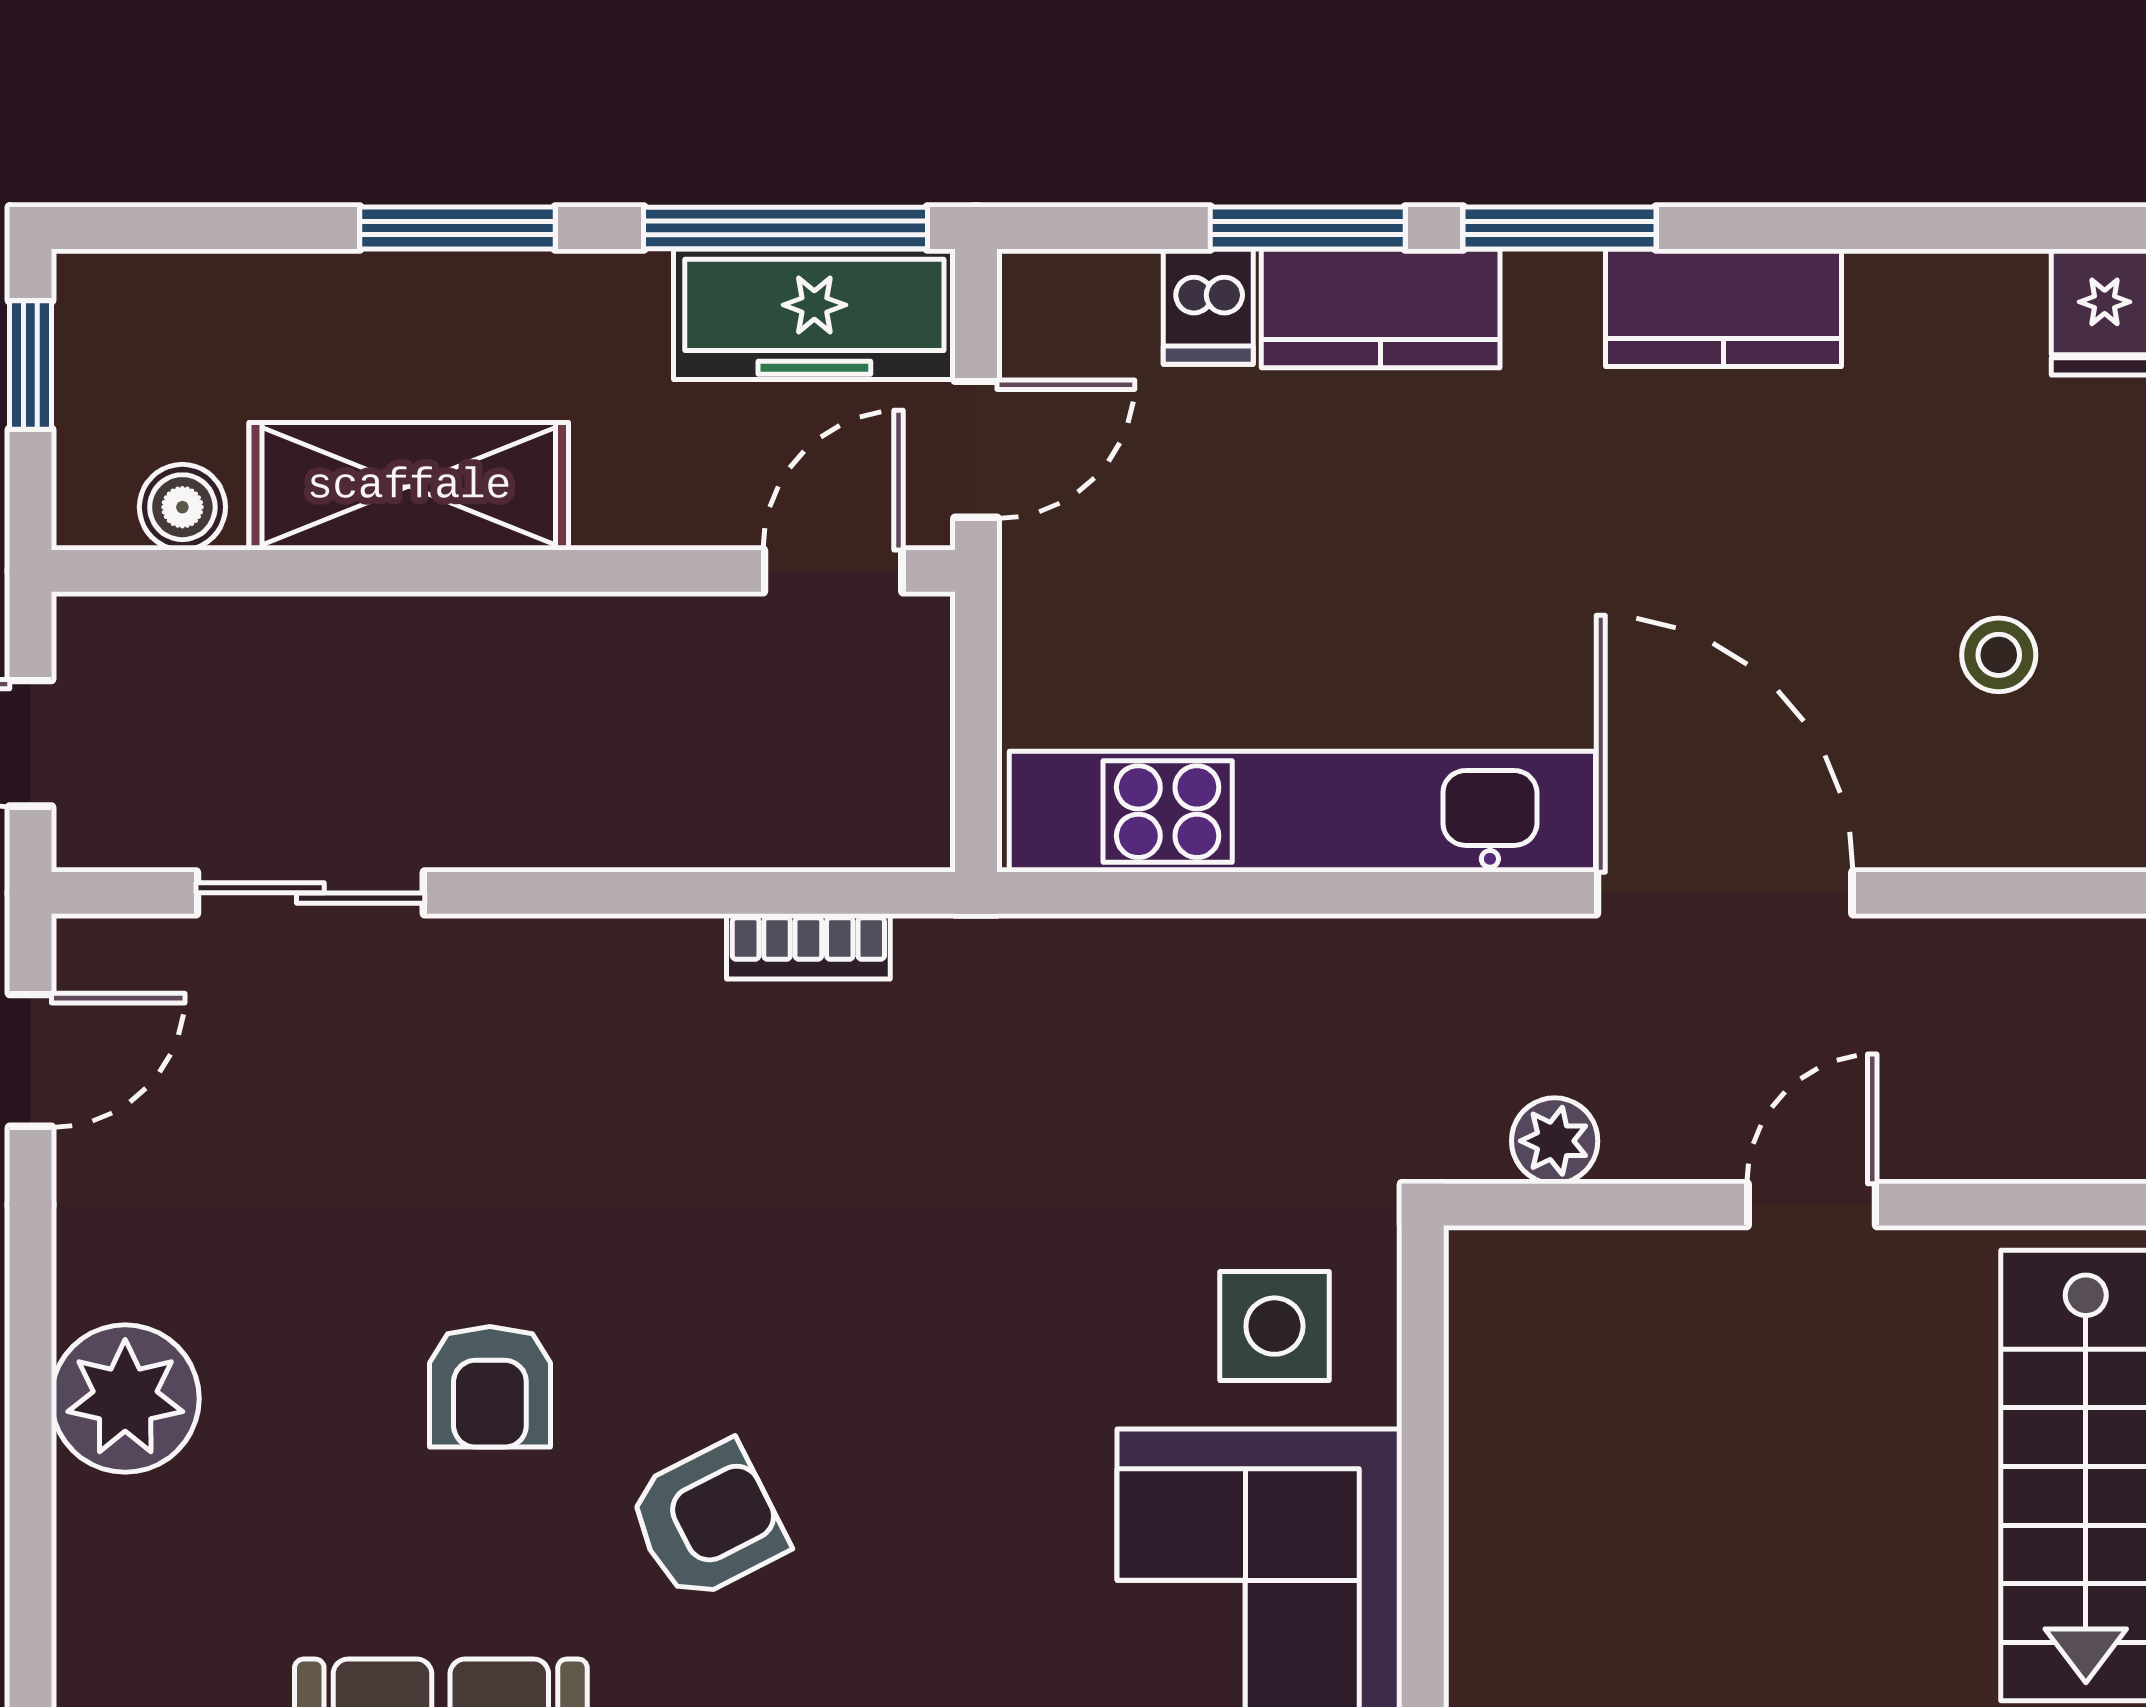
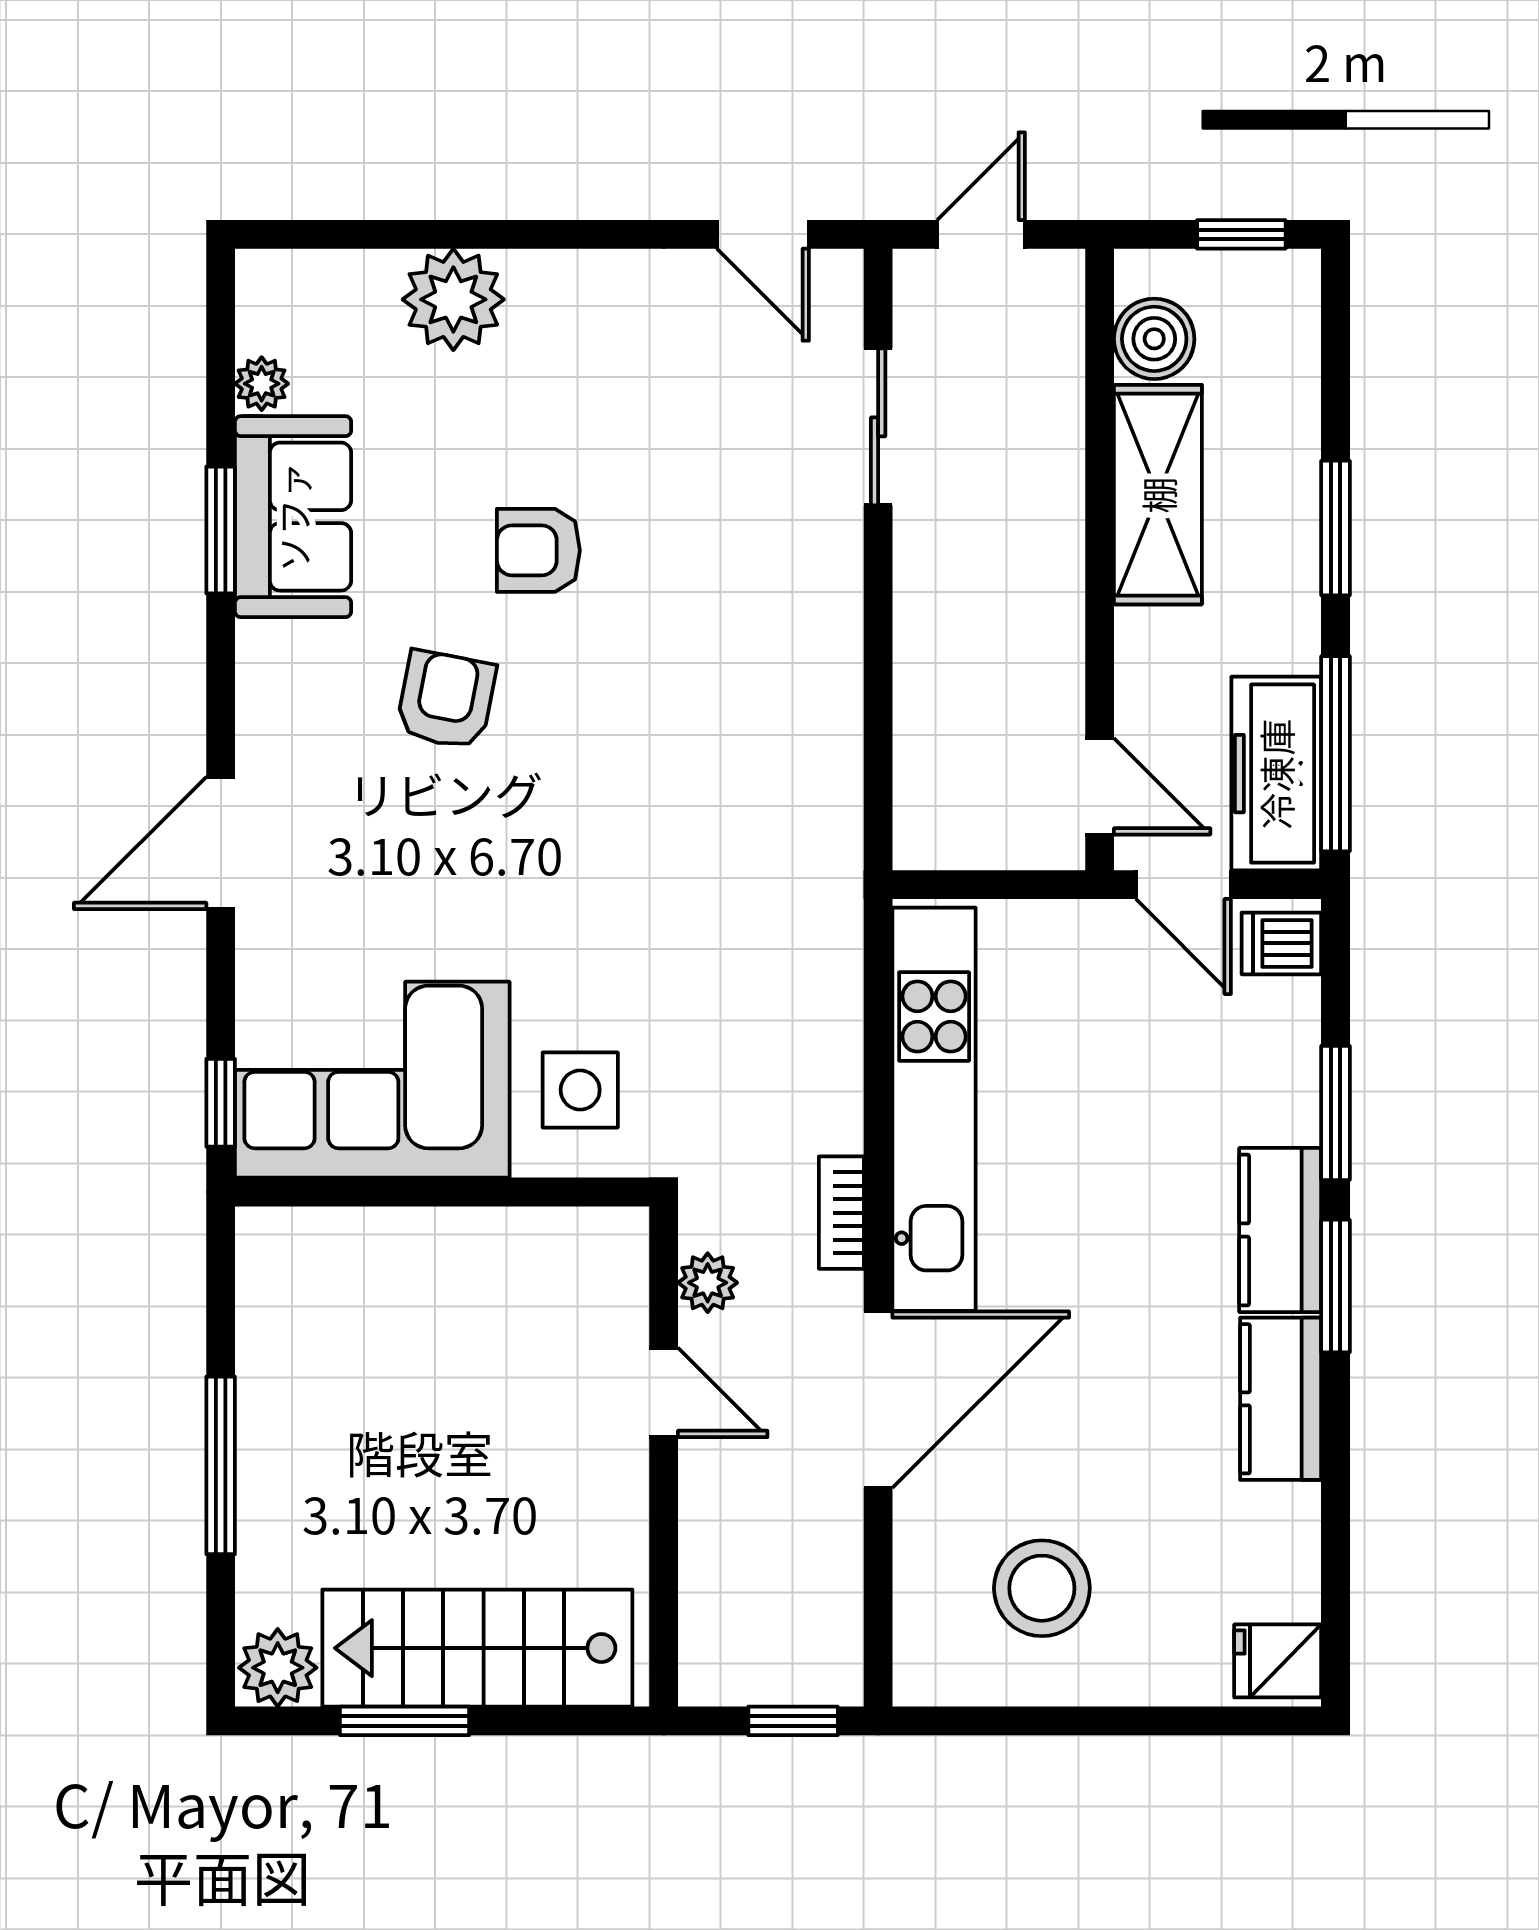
dishwasher: (1208, 307) -> (1281, 943), moved
kitchen counter: (1381, 308) -> (1280, 1230), moved
boiler: (182, 507) -> (1154, 339), width x1.36, depth x1.36
stool: (1999, 655) -> (1042, 1588), width x1.89, depth x1.89
bookcase: (808, 946) -> (841, 1213), moved
door: (1812, 1205) -> (664, 1392), moved
plant: (125, 1399) -> (453, 299), moved
armchair: (707, 1521) -> (446, 700), turned -142

